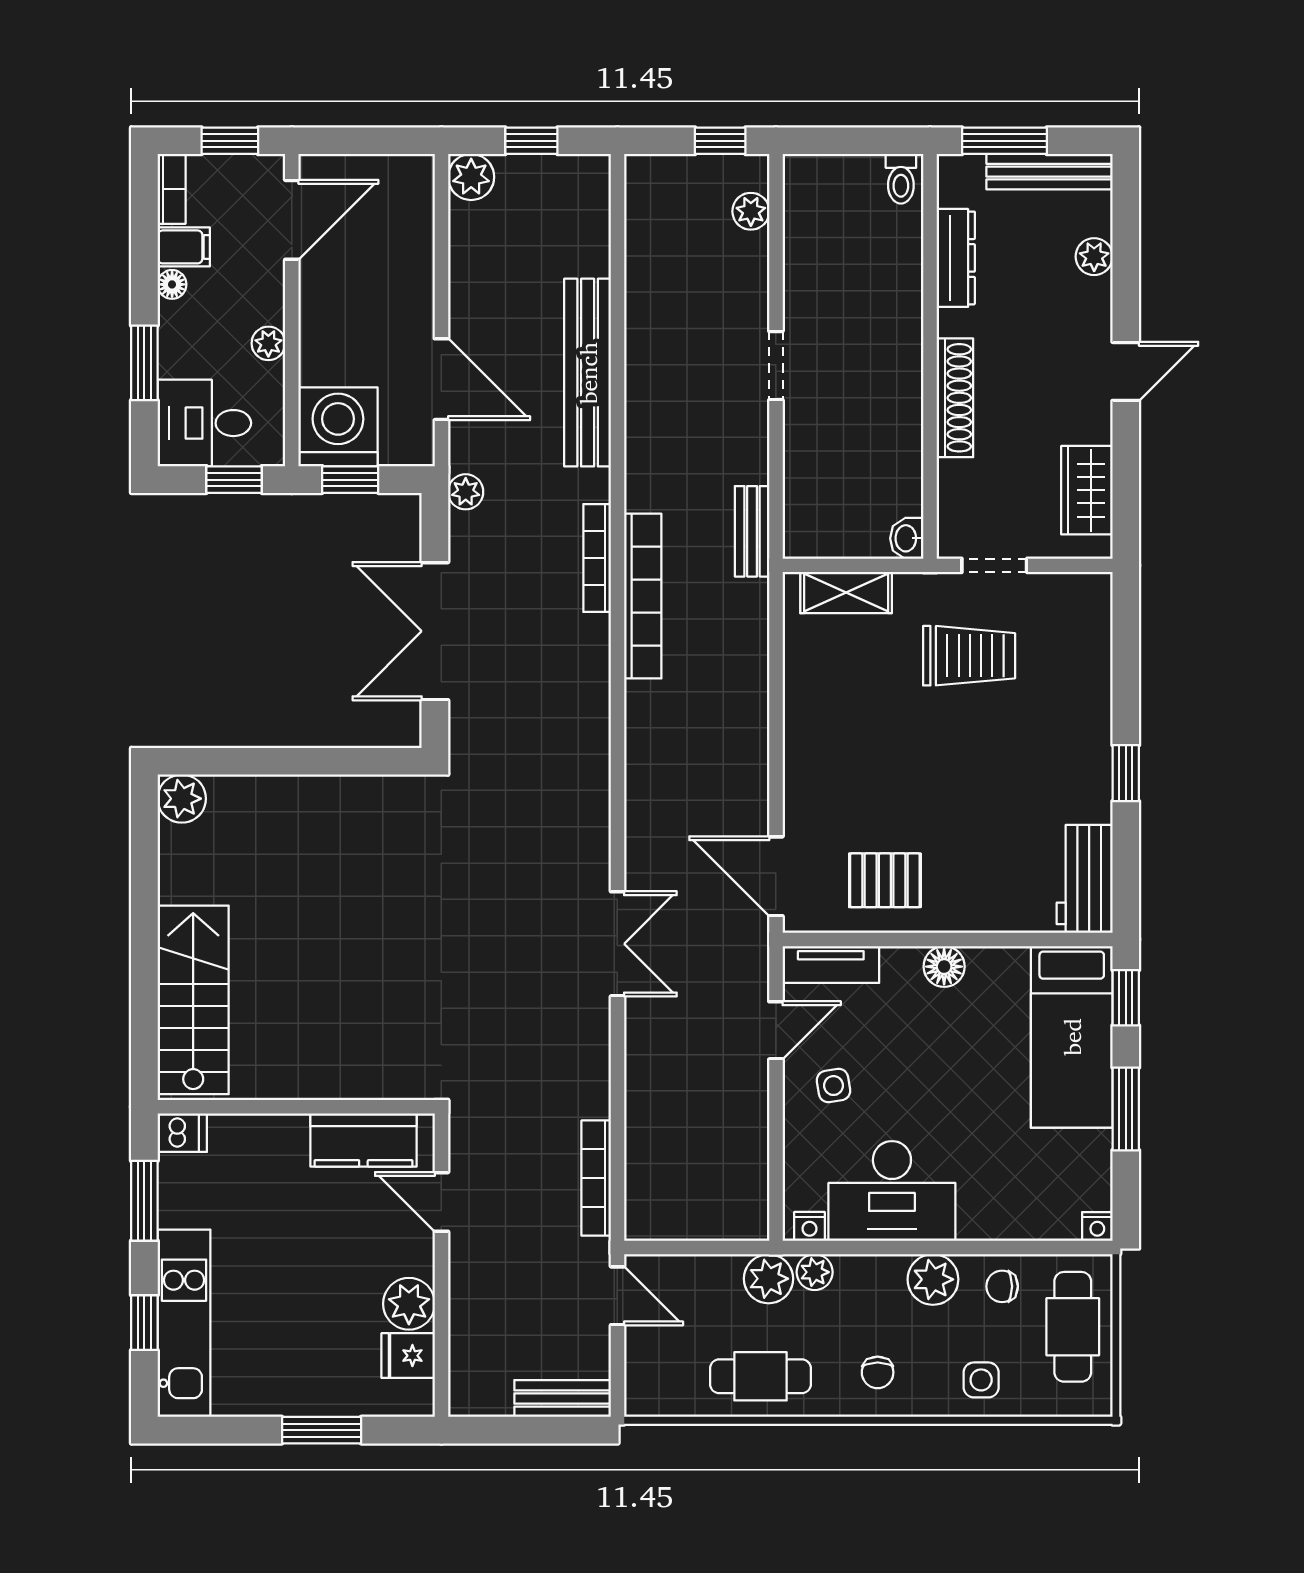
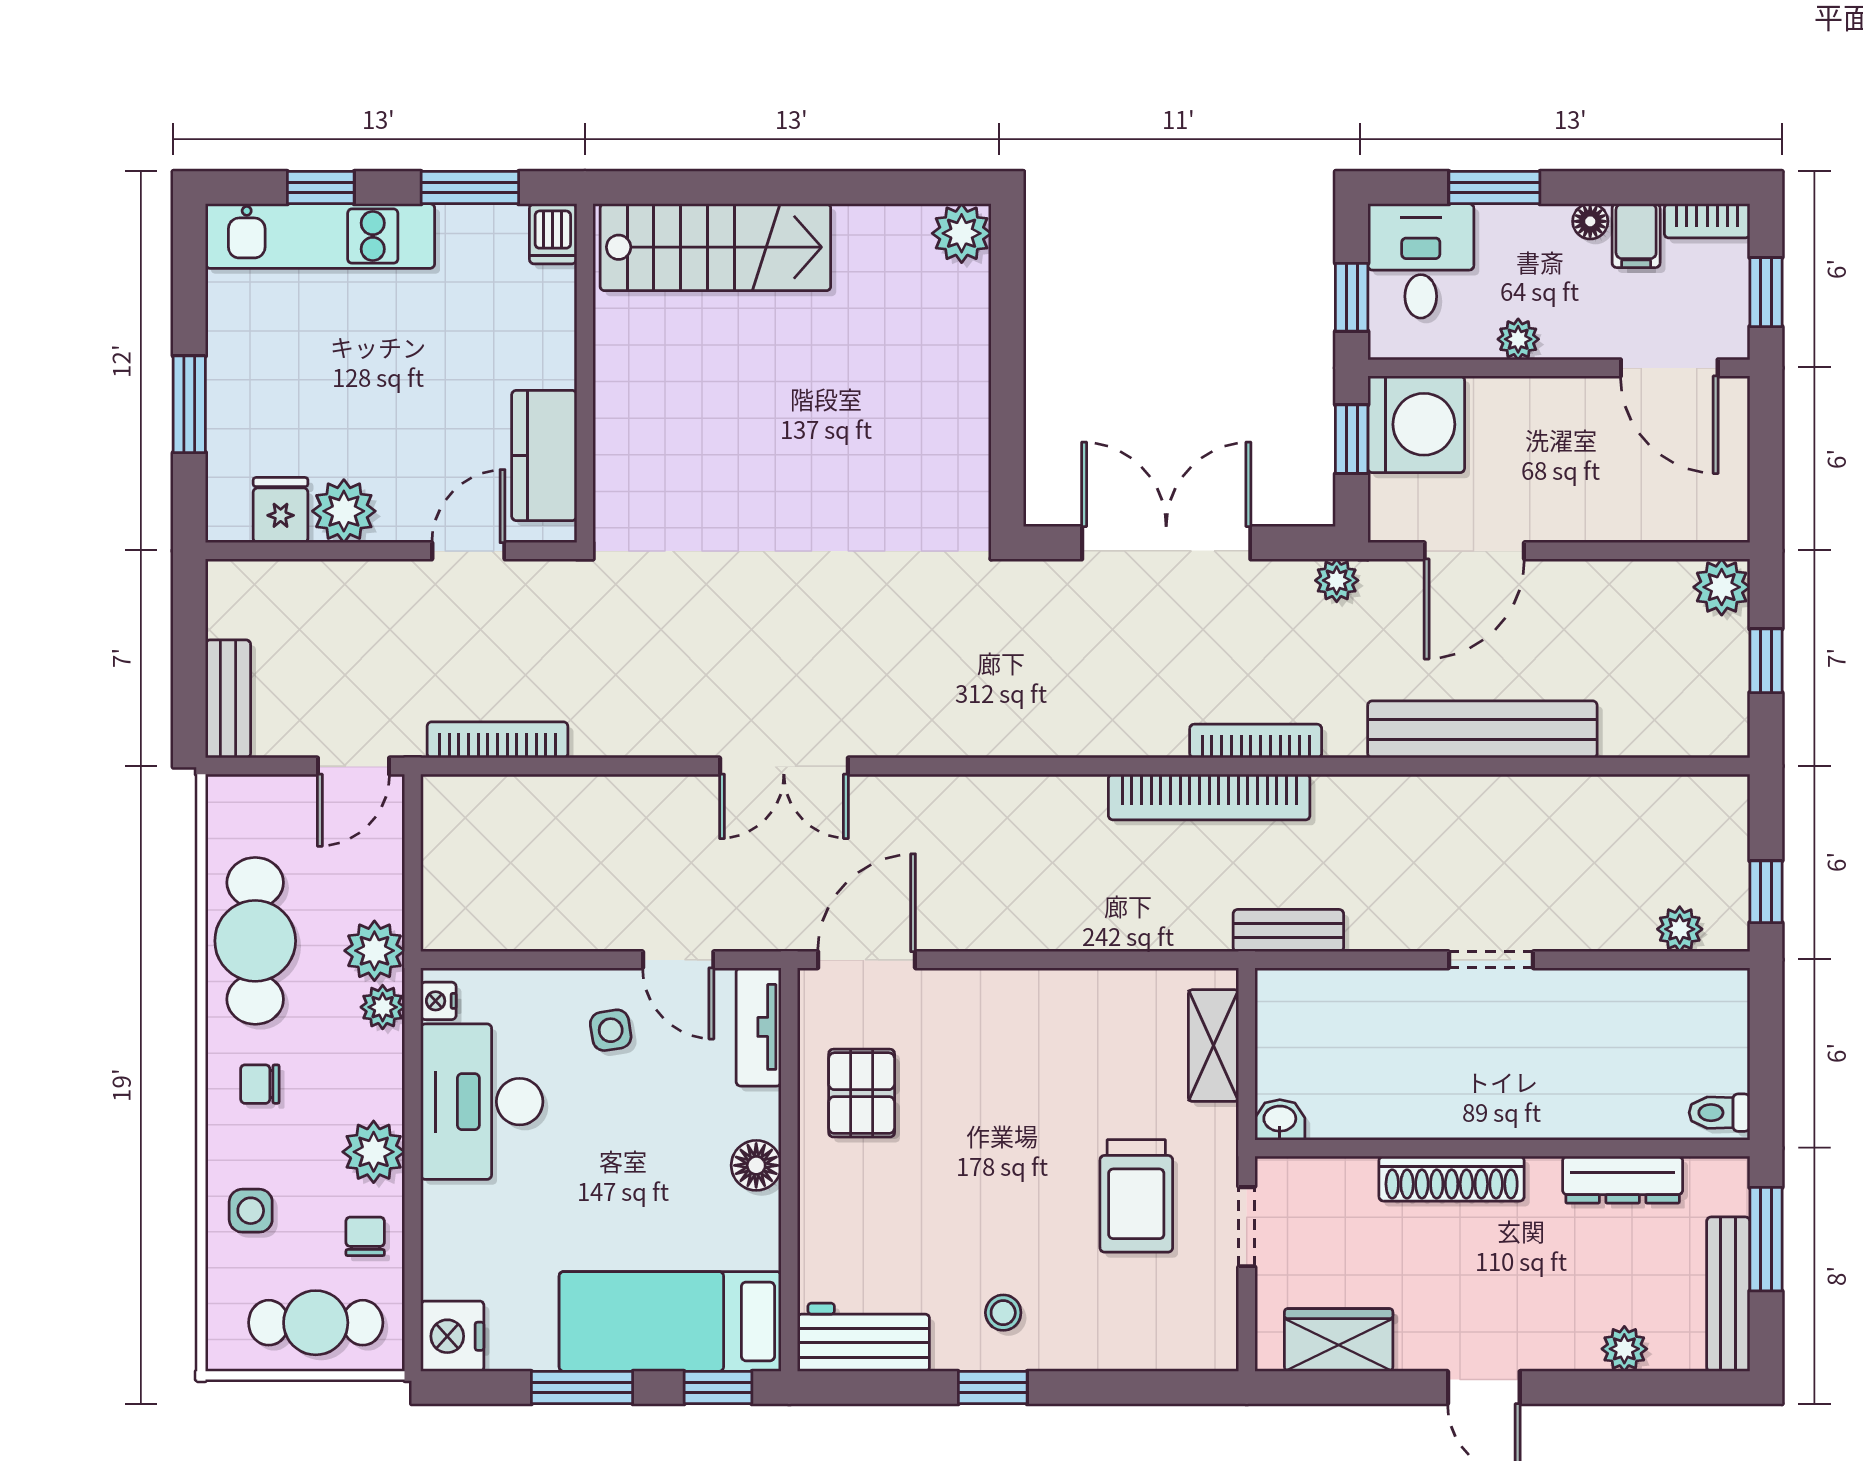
stool: (1064, 765) -> (1003, 1313), added
nightstand: (1097, 1227) -> (452, 1336), width x1.89, depth x1.79
cafe table: (760, 1376) -> (255, 941), width x1.37, depth x1.35

